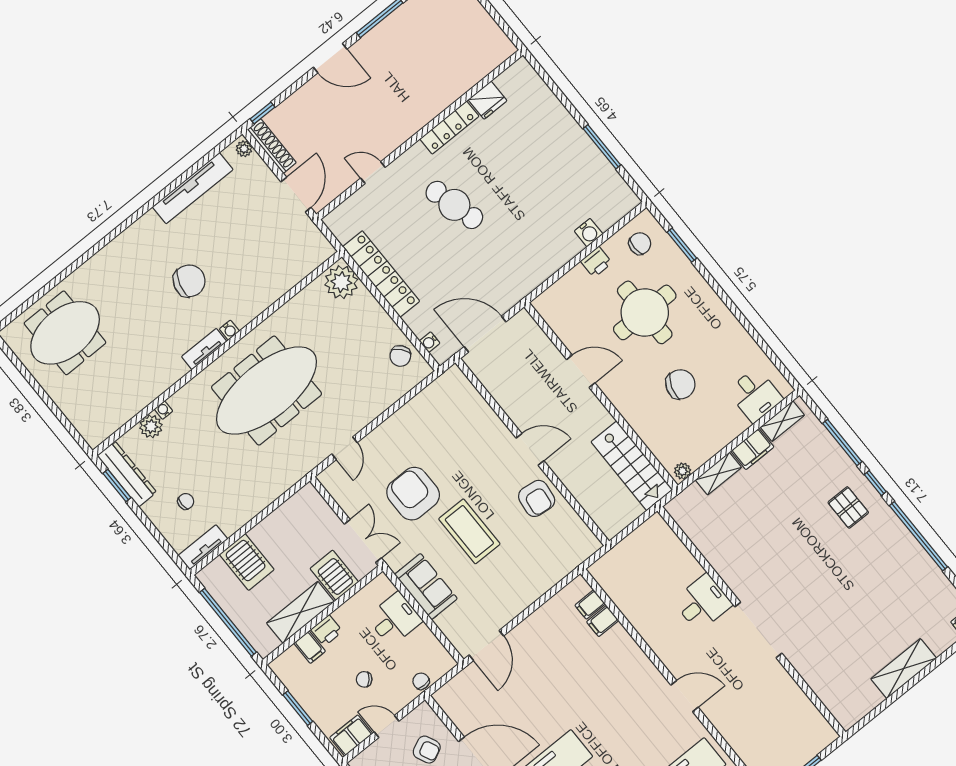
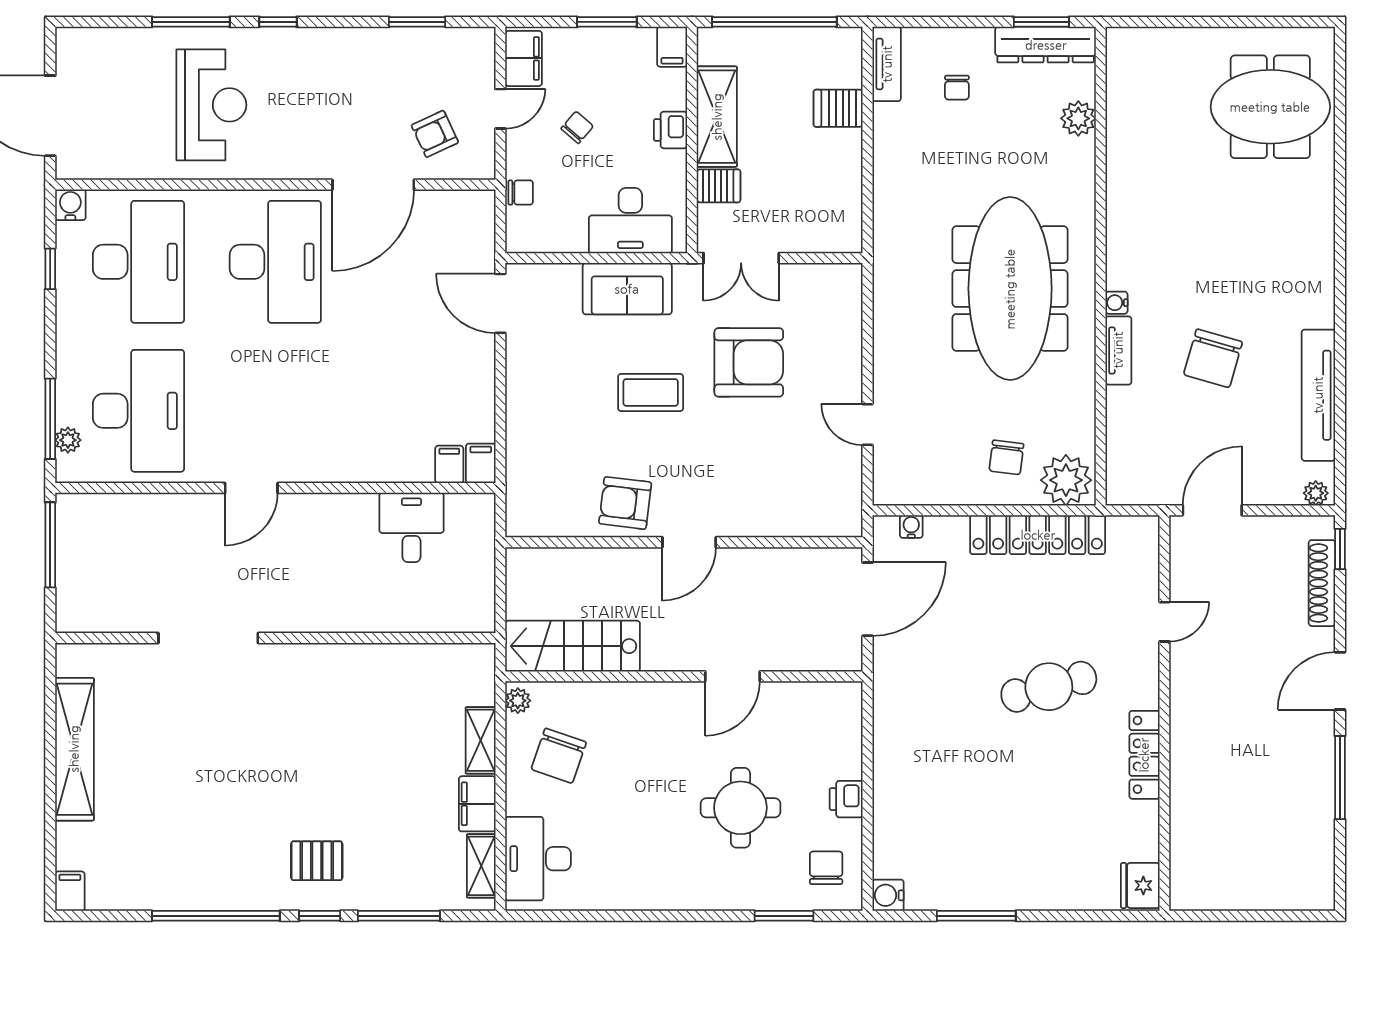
fridge: (488, 100) -> (1140, 885), moved
shoe rack: (272, 146) -> (1322, 583), moved, turned 90
door: (296, 195) -> (1212, 510), swing flipped
water cooler: (589, 233) -> (888, 895), moved
chair: (640, 244) -> (826, 868), turned 180
chair: (189, 281) -> (1213, 358), moved
round table: (645, 312) -> (740, 808), width x0.73, depth x0.73
meeting table: (65, 333) -> (1270, 107), turned 90
tv unit: (204, 349) -> (1118, 350), moved
chair: (400, 356) -> (1006, 457), moved, turned -133
chair: (680, 384) -> (559, 756), moved
desk: (755, 395) -> (538, 859), width x1.37
water cooler: (163, 410) -> (1085, 149), removed
door: (345, 448) -> (868, 424), moved
coffee table: (469, 531) -> (651, 392), width x0.73, depth x0.76
server rack: (247, 562) -> (838, 108), width x0.73, depth x0.70
server rack: (334, 575) -> (719, 186), width x0.73, depth x0.70
desk: (703, 603) -> (411, 527), moved, turned 180
desk: (394, 619) -> (630, 221), width x1.37
filing cabinet: (603, 621) -> (481, 463), moved
doorway: (758, 630) -> (208, 638), moved
filing cabinet: (310, 647) -> (672, 47), moved, turned -90
shelving: (904, 669) -> (74, 749), width x1.47

